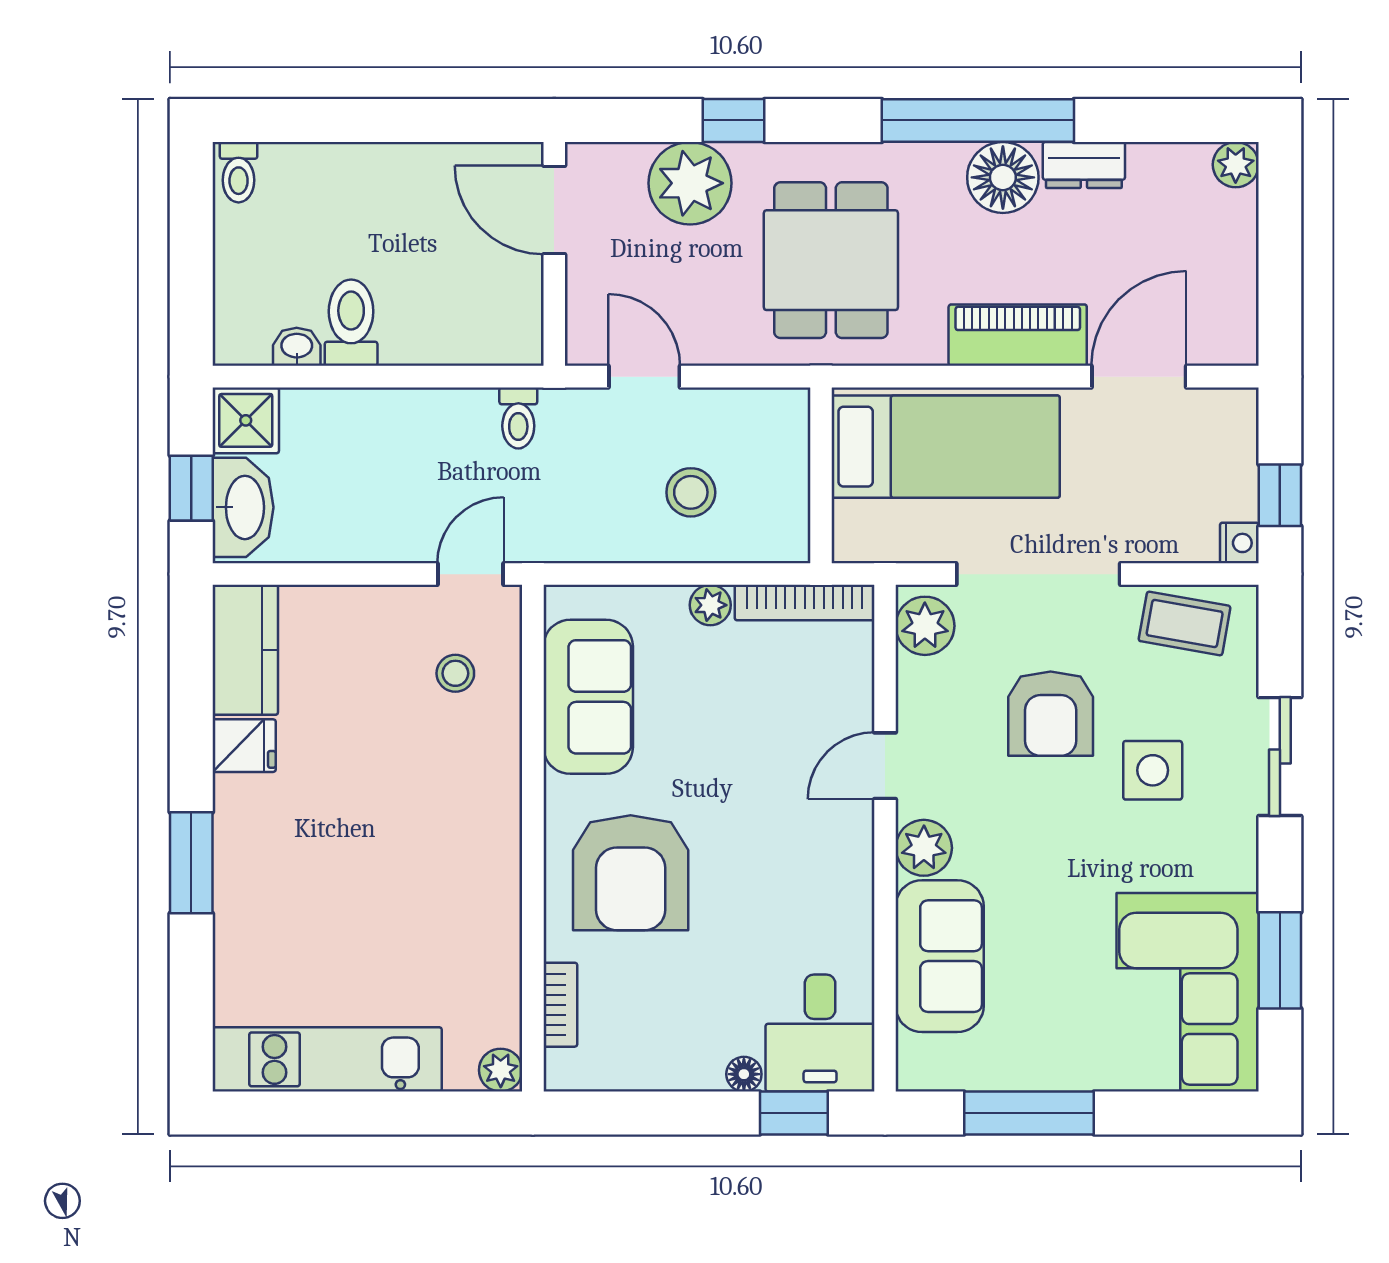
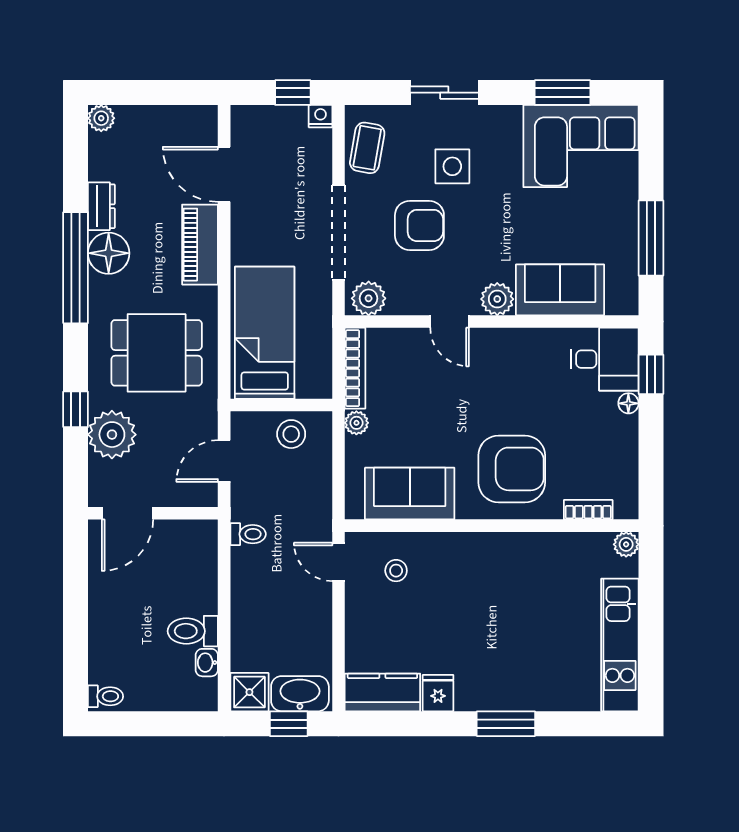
bed: (946, 447) -> (265, 333), moved
wall: (821, 475) -> (281, 405), moved

